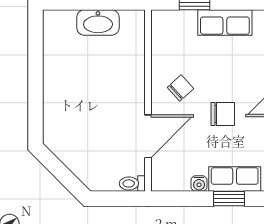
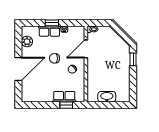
row of seats: (225, 22) -> (64, 97), moved
window: (35, 112) -> (133, 59), added

